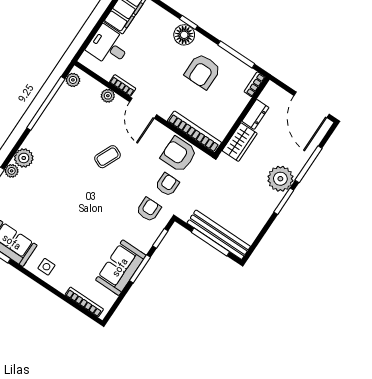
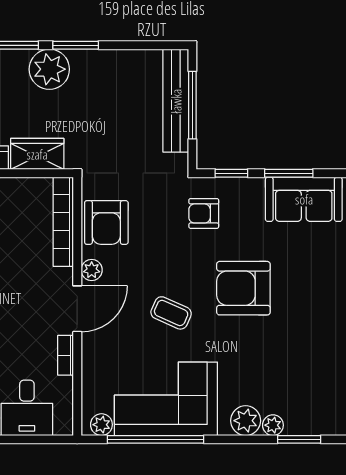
plant: (108, 96) -> (92, 270), moved
corner sofa: (64, 123) -> (166, 399), added
armchair: (167, 185) -> (243, 288), moved, width x1.88, depth x1.88

